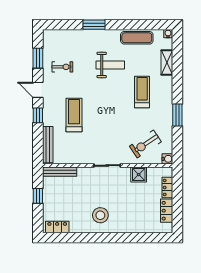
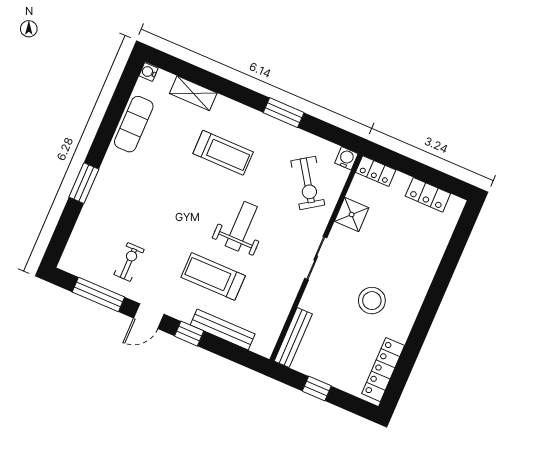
window: (38, 58) -> (98, 295), width x1.44
weight bench: (110, 65) -> (241, 226), moved
treadmill: (142, 92) -> (223, 153), turned 180
bench: (48, 145) -> (223, 329), moved
locker: (167, 187) -> (376, 171), moved
stool: (100, 215) -> (372, 301), moved
locker: (57, 227) -> (383, 370), width x1.53

